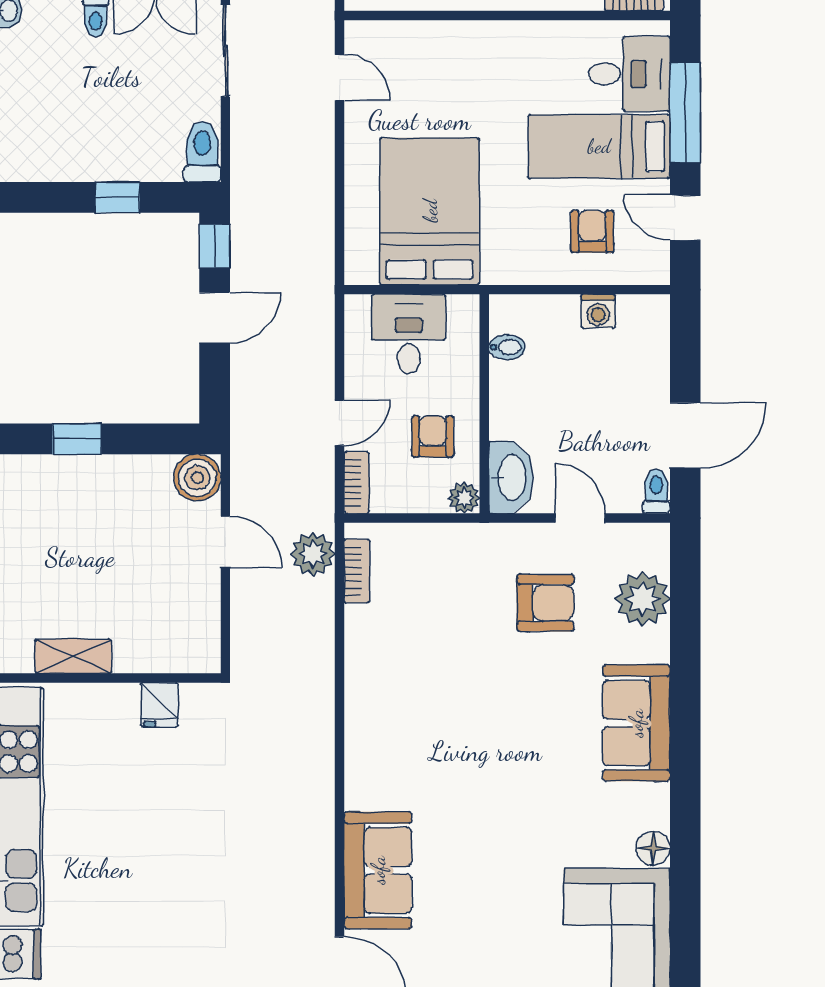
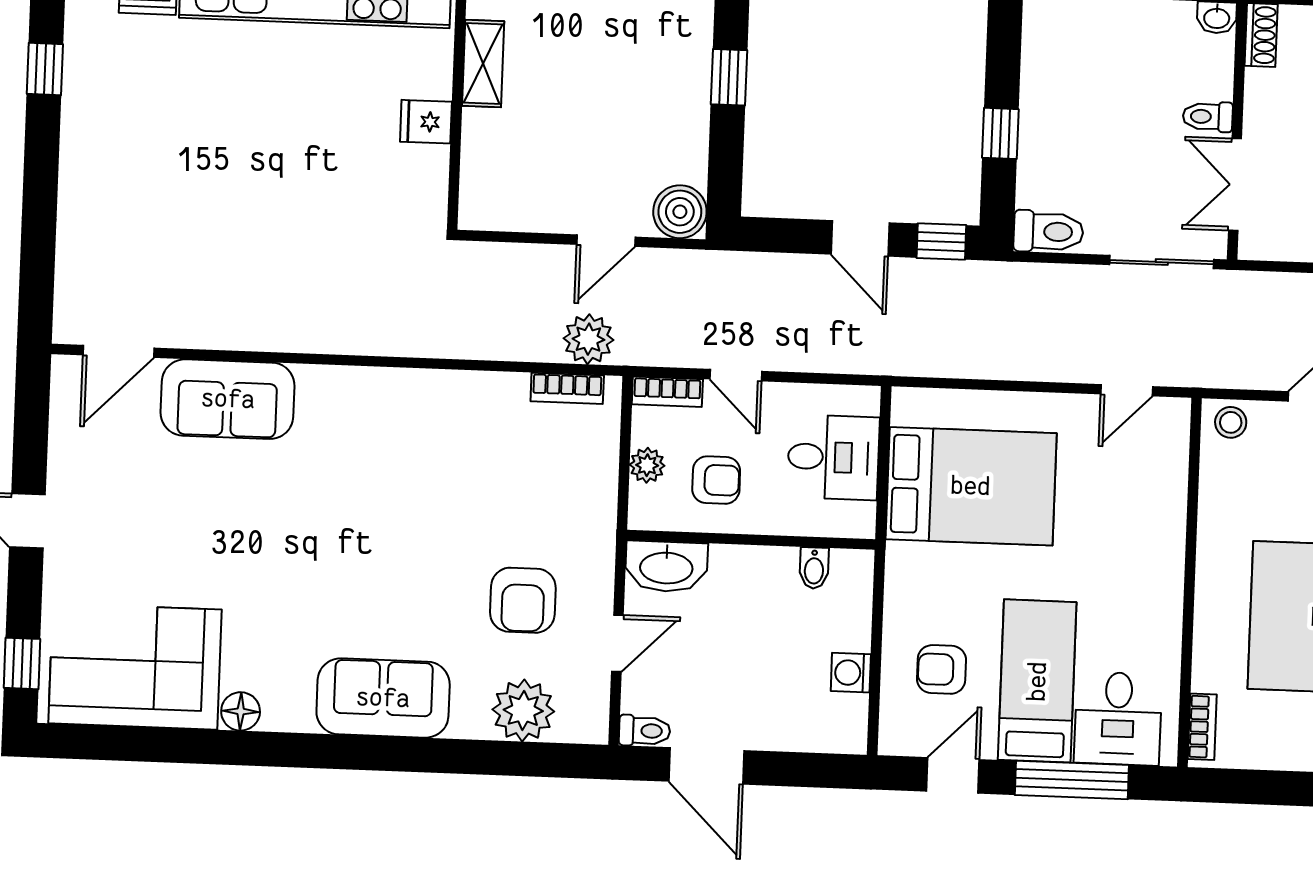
armchair: (592, 231) -> (941, 669), turned 180
plant: (464, 498) -> (647, 465), moved
fridge: (159, 705) -> (426, 122), moved

